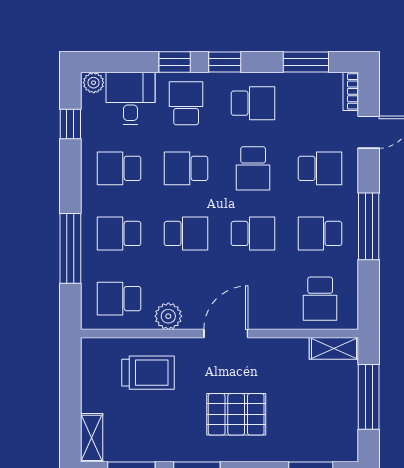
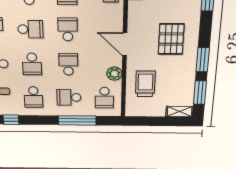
school desk: (119, 233) -> (69, 97), turned 90

